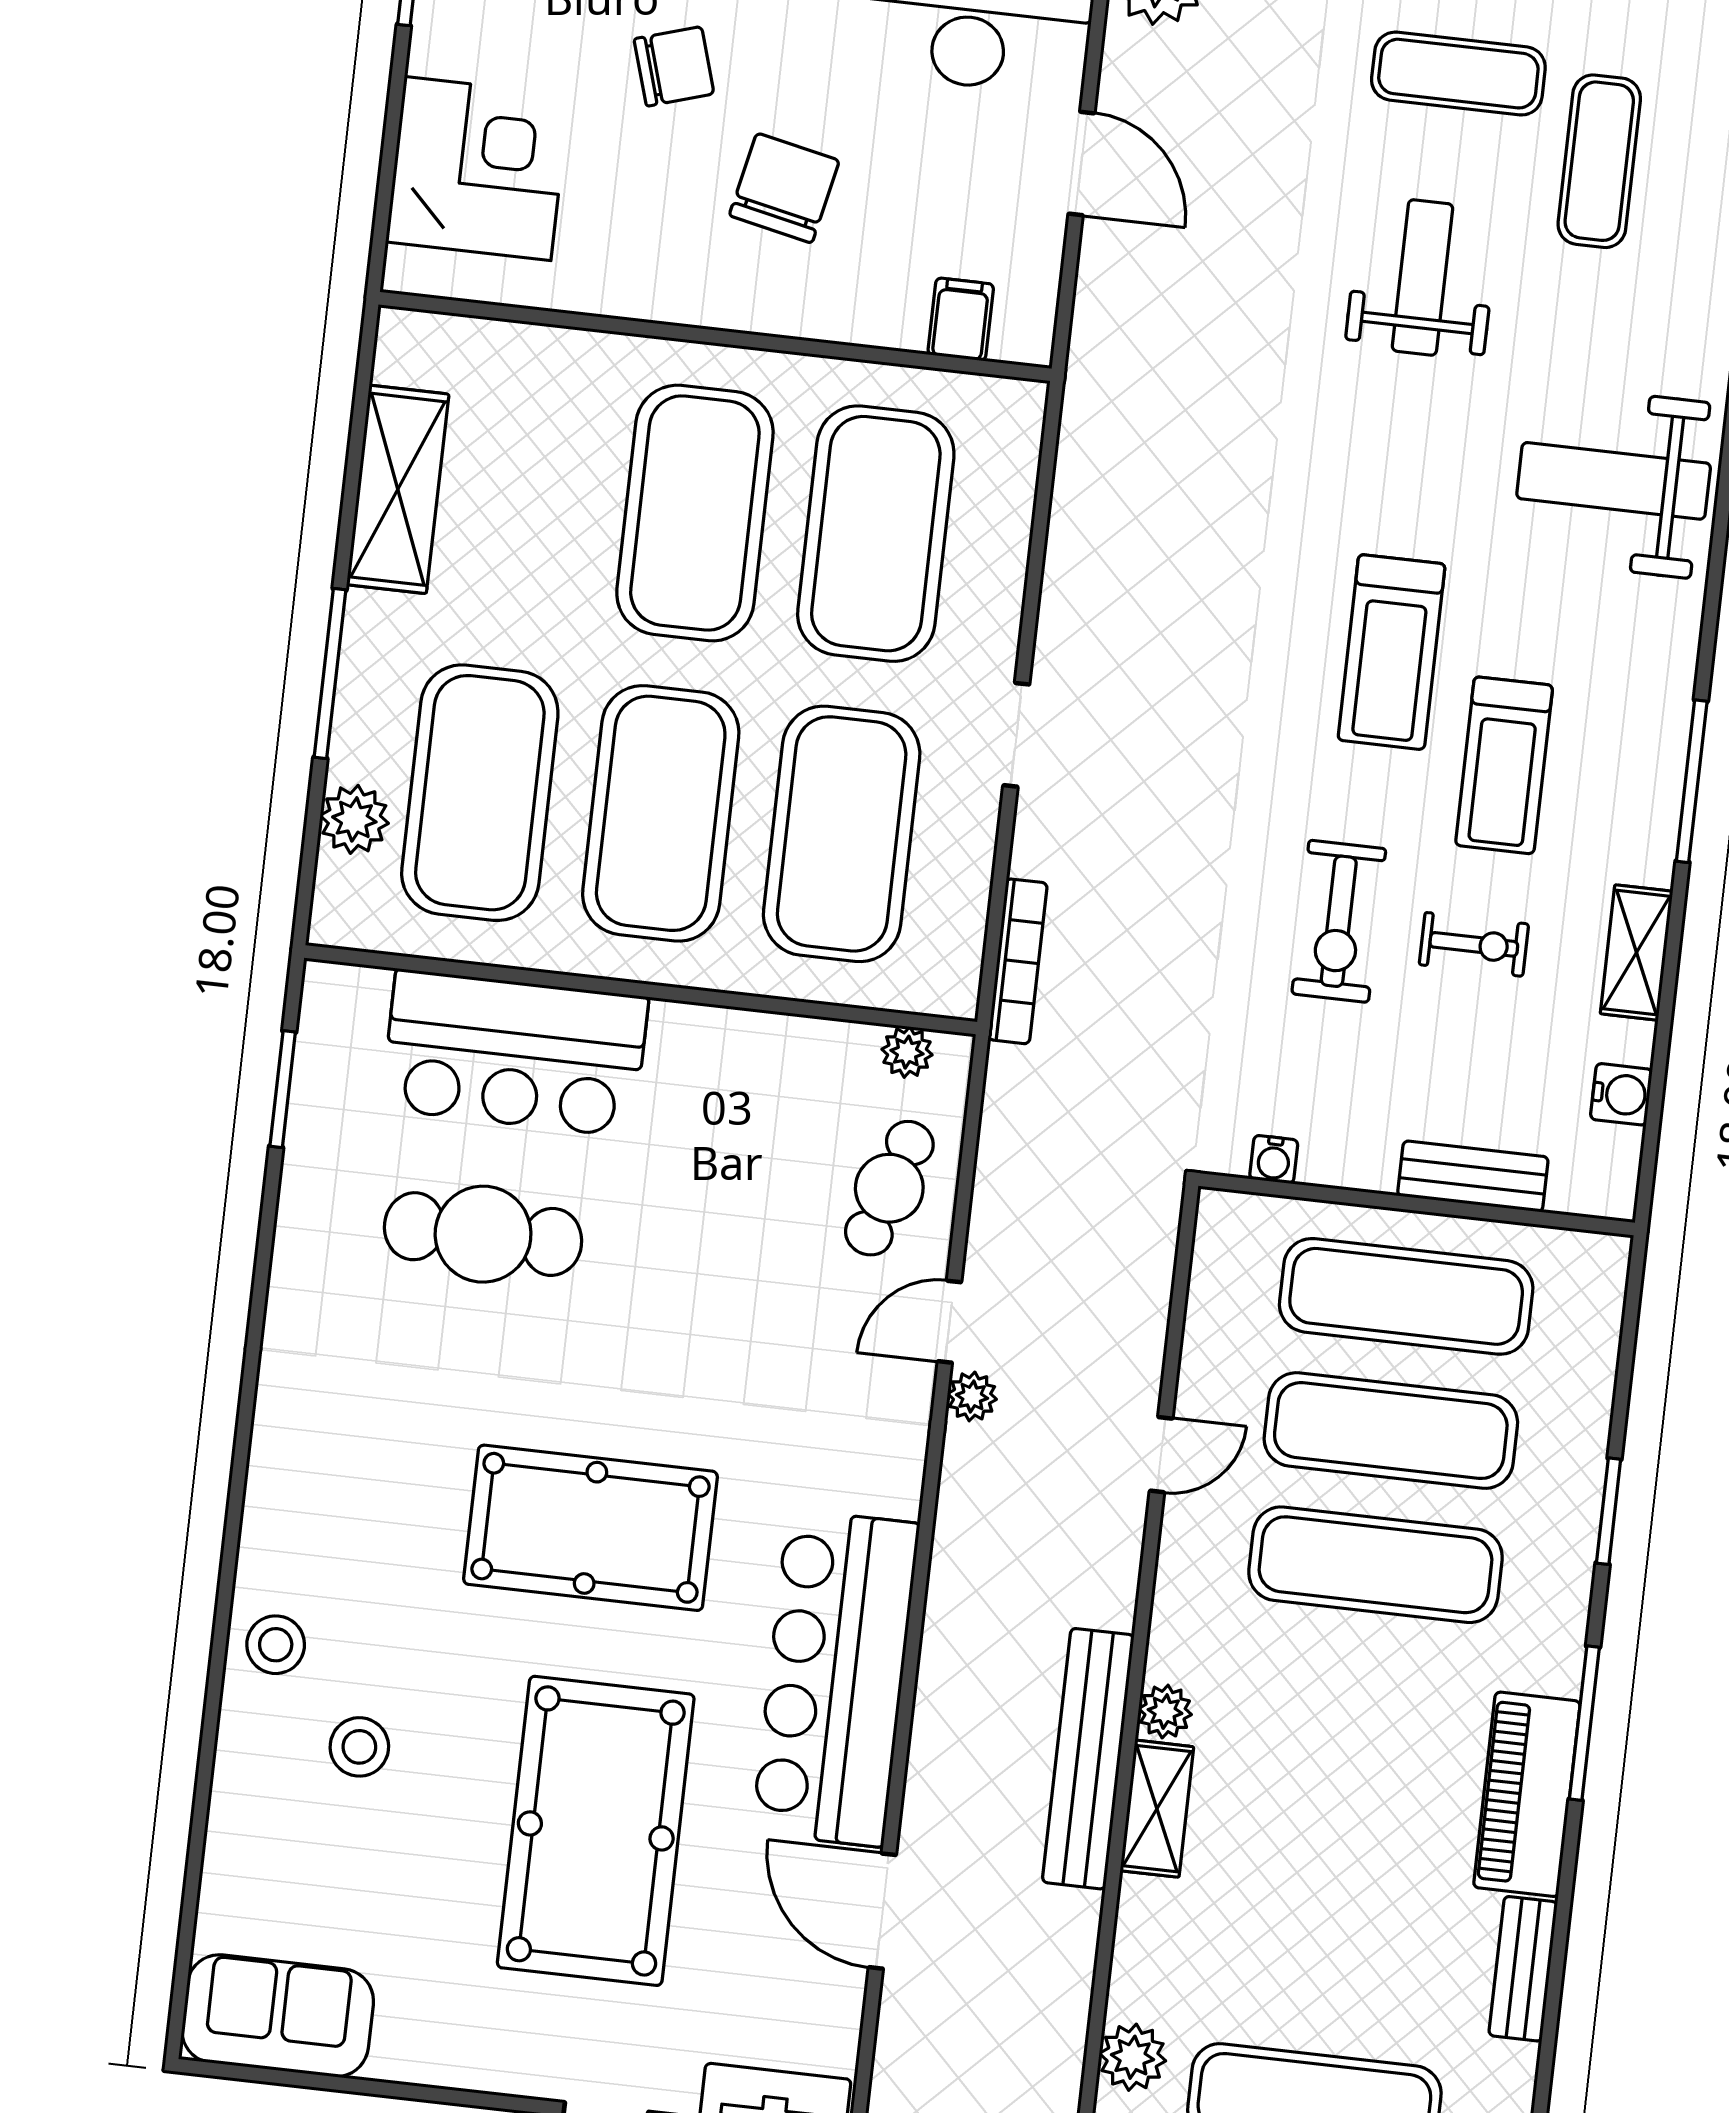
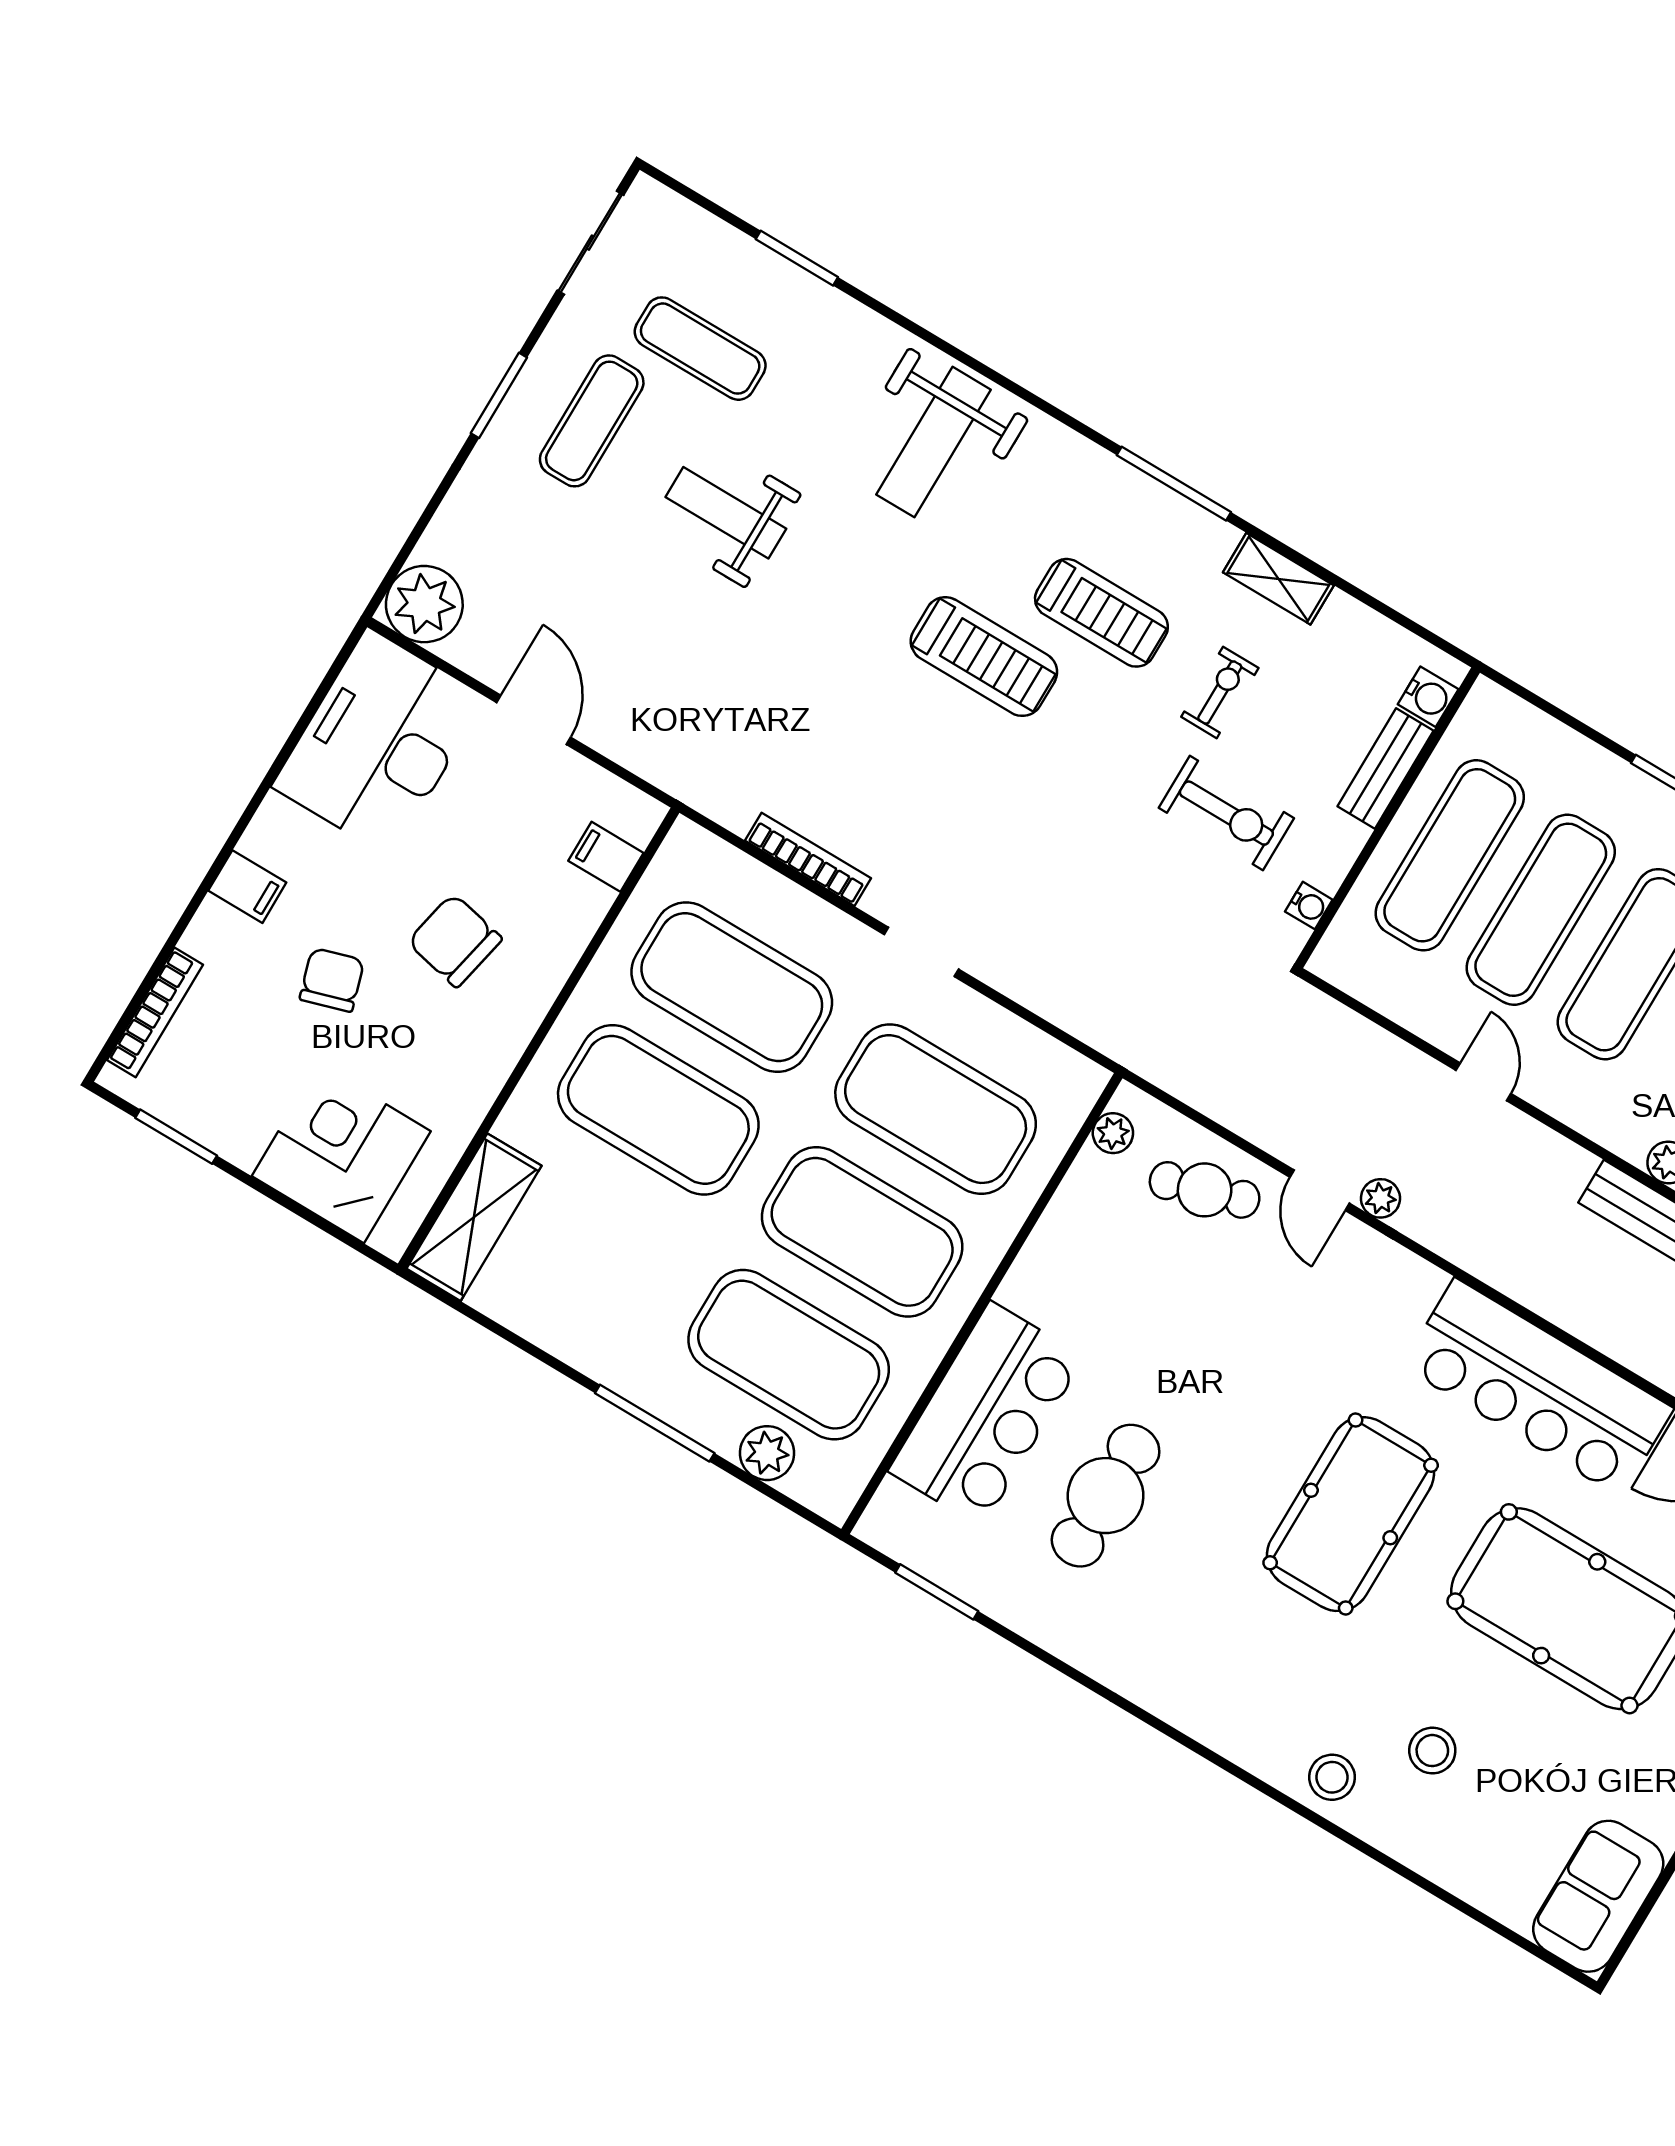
door: (1081, 163) -> (534, 720), hinge flipped
shelving: (398, 489) -> (474, 1217), moved, turned 90
exercise bike: (1339, 921) -> (1226, 813), moved
bookcase: (1018, 961) -> (808, 859), moved
water cooler: (1621, 1094) -> (1428, 697), moved, turned 90
cafe table: (889, 1188) -> (1205, 1190), turned -35

